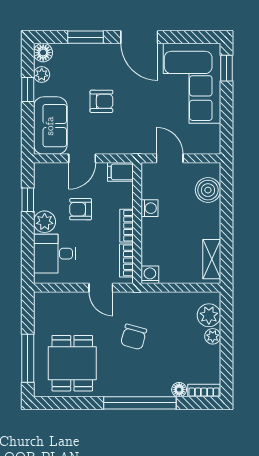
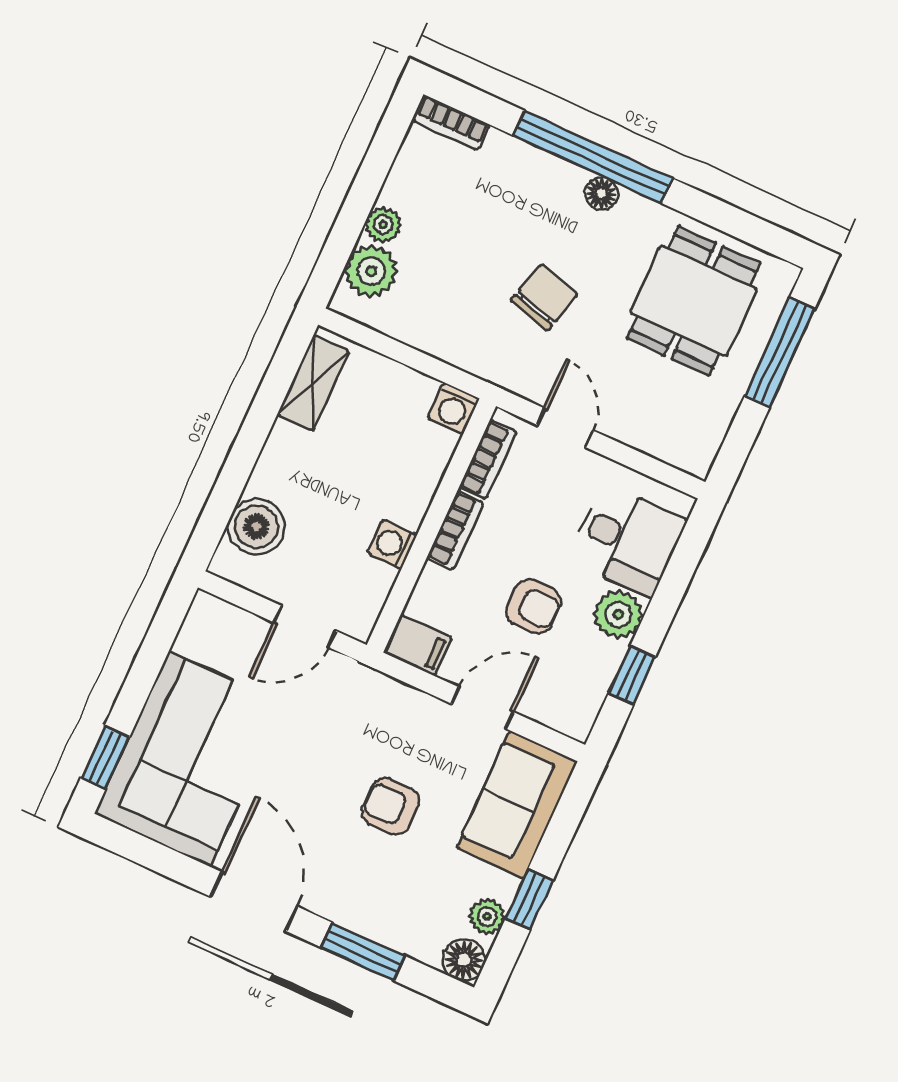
door: (170, 158) -> (305, 627), hinge flipped
floor lamp: (179, 390) -> (601, 193), moved

